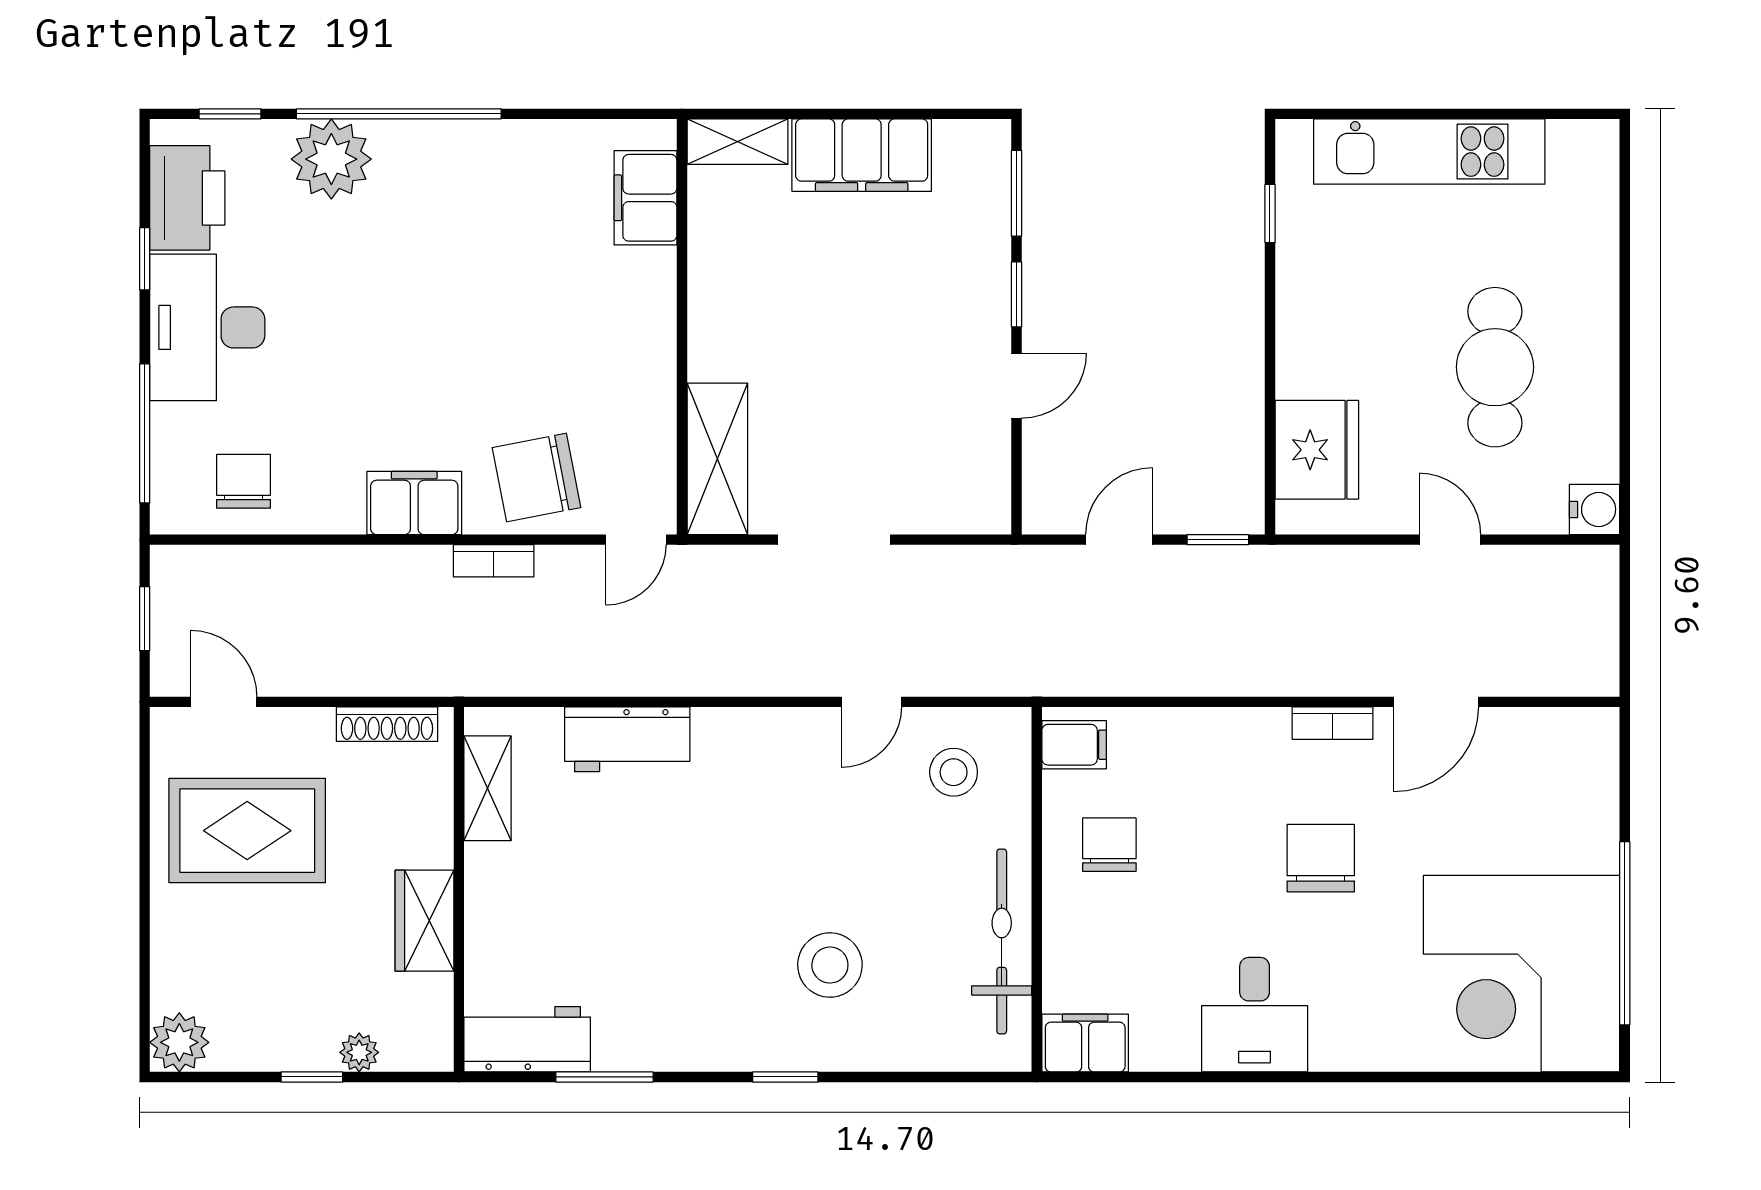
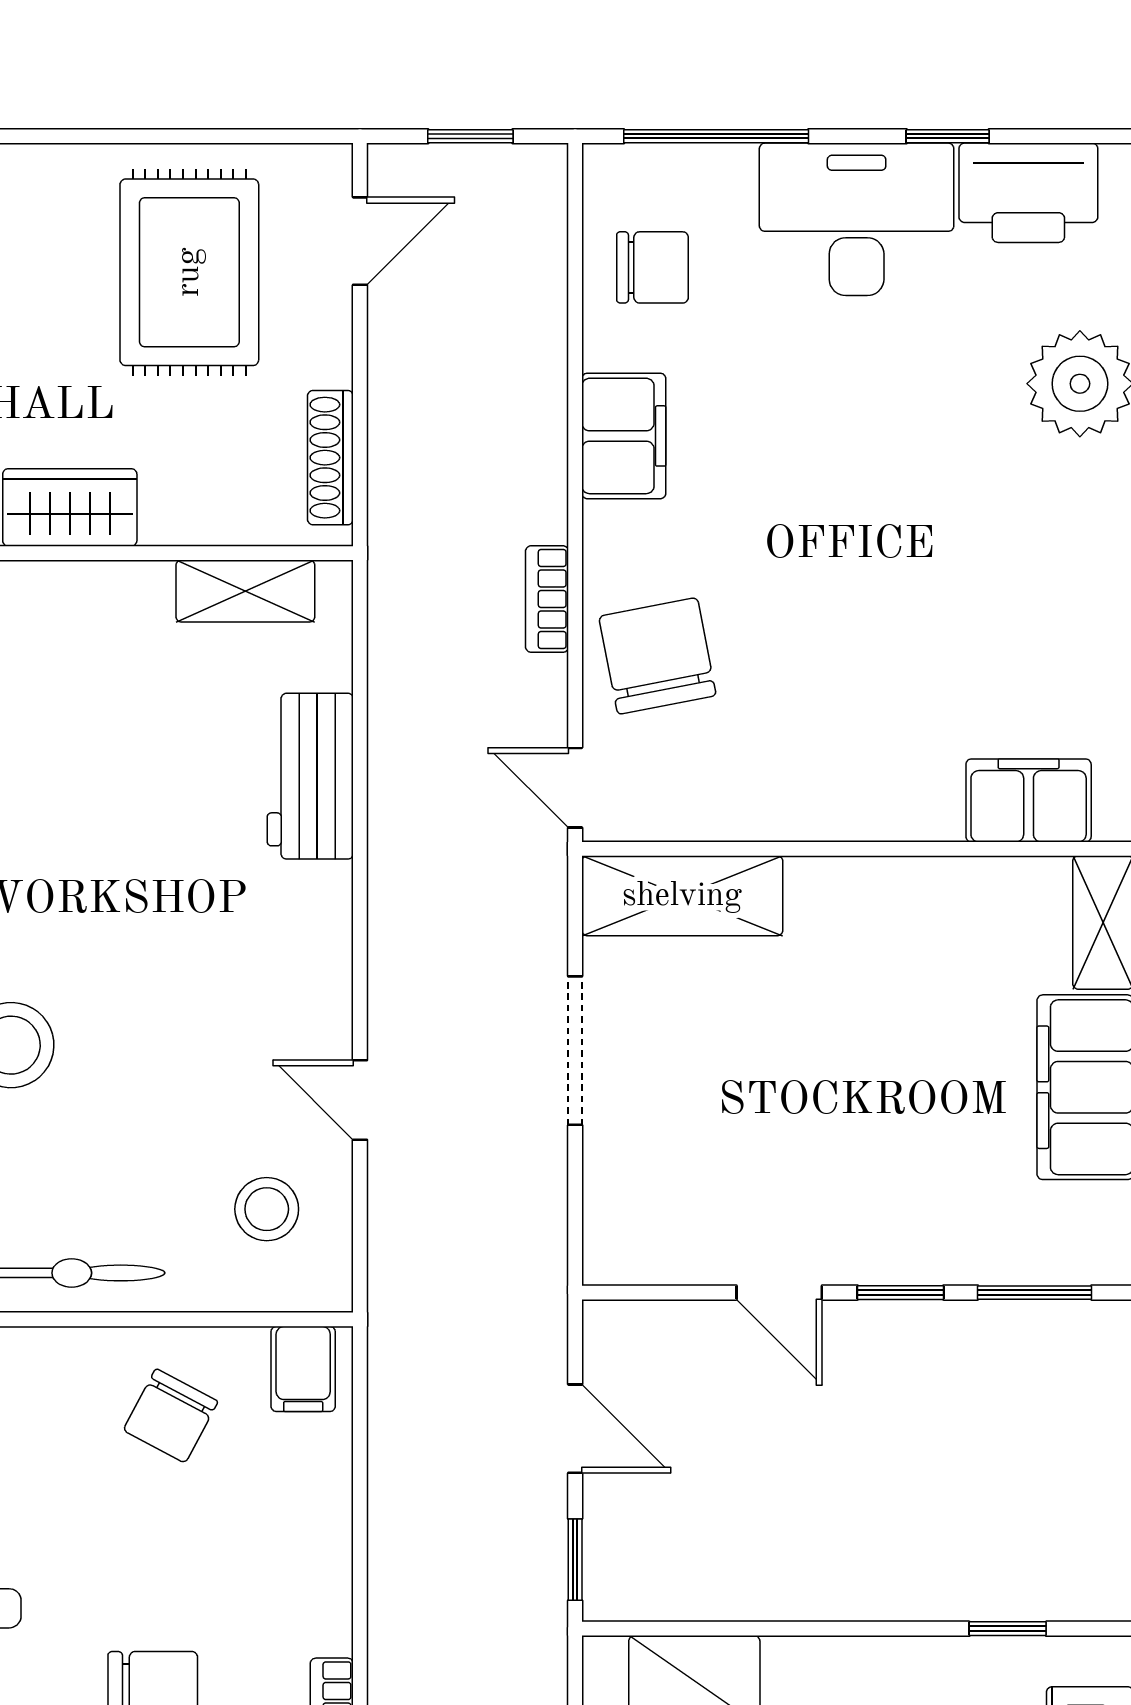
filing cabinet: (414, 503) -> (624, 436), moved
chair: (1109, 845) -> (171, 1416), turned 118

